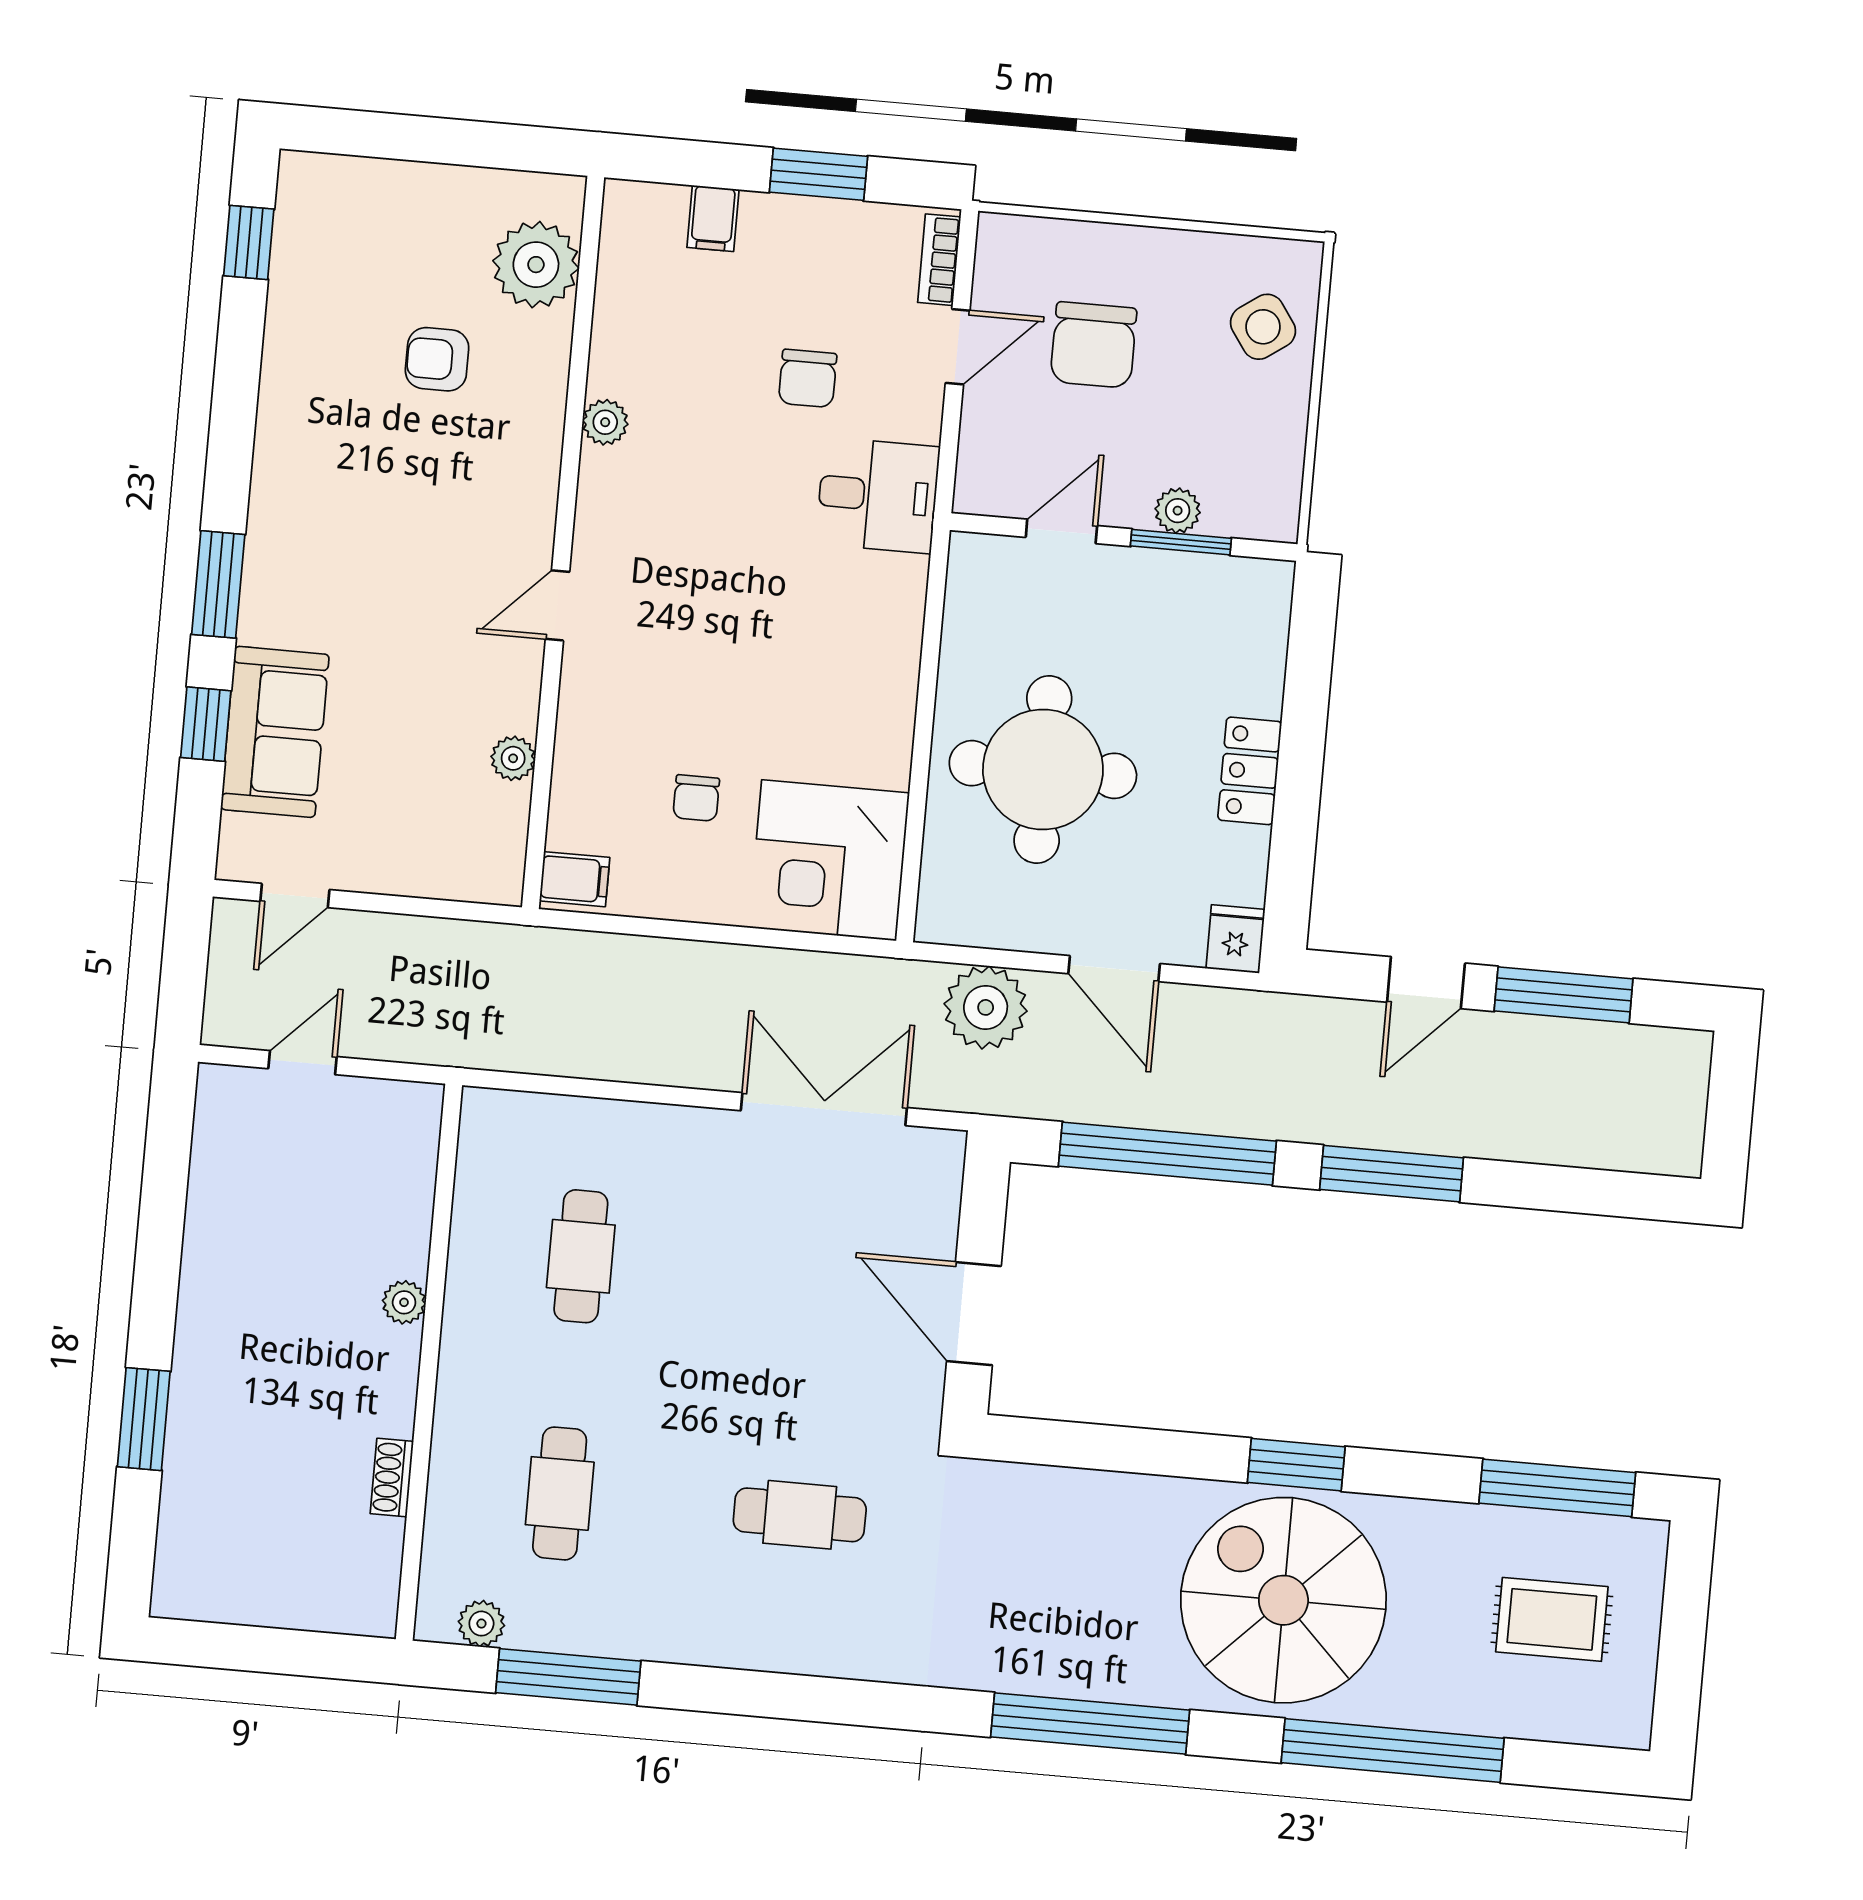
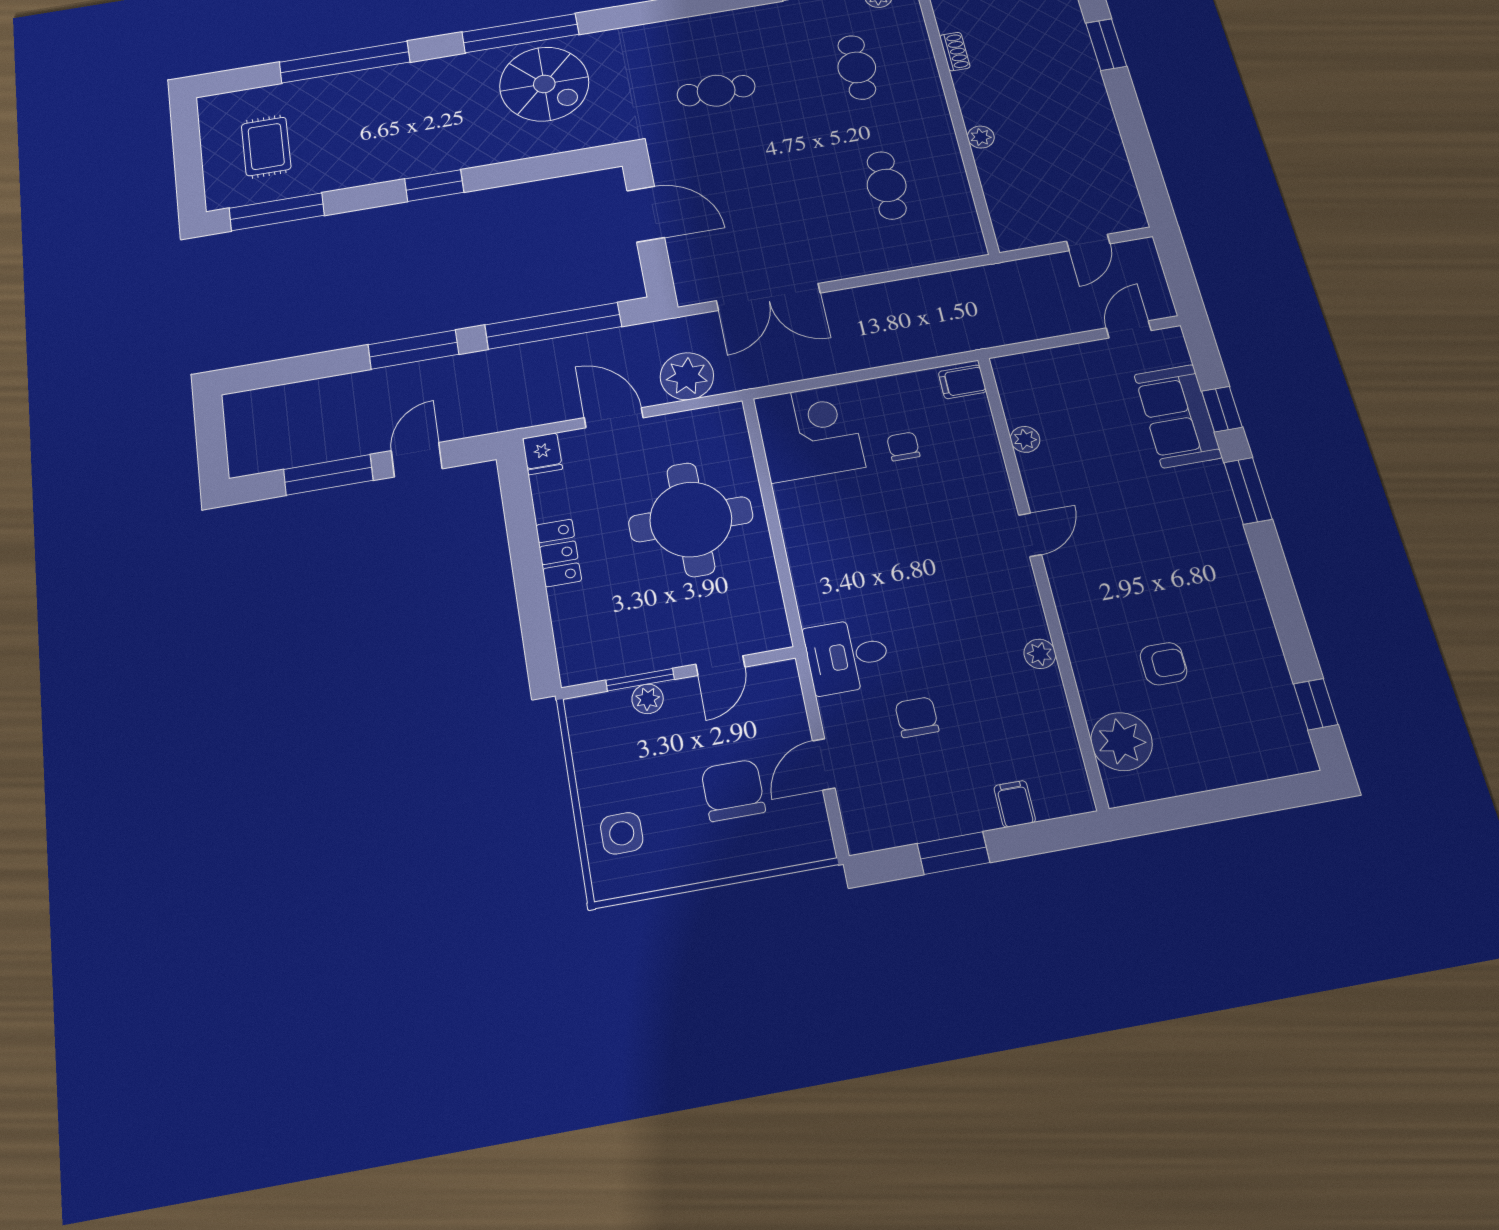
bookcase: (939, 260) -> (854, 818), removed
side table: (1263, 327) -> (622, 833), turned 35
spiral stairs: (1283, 1600) -> (544, 84), moved, width x0.73, depth x0.73
rug: (1552, 1619) -> (266, 146), turned 90

